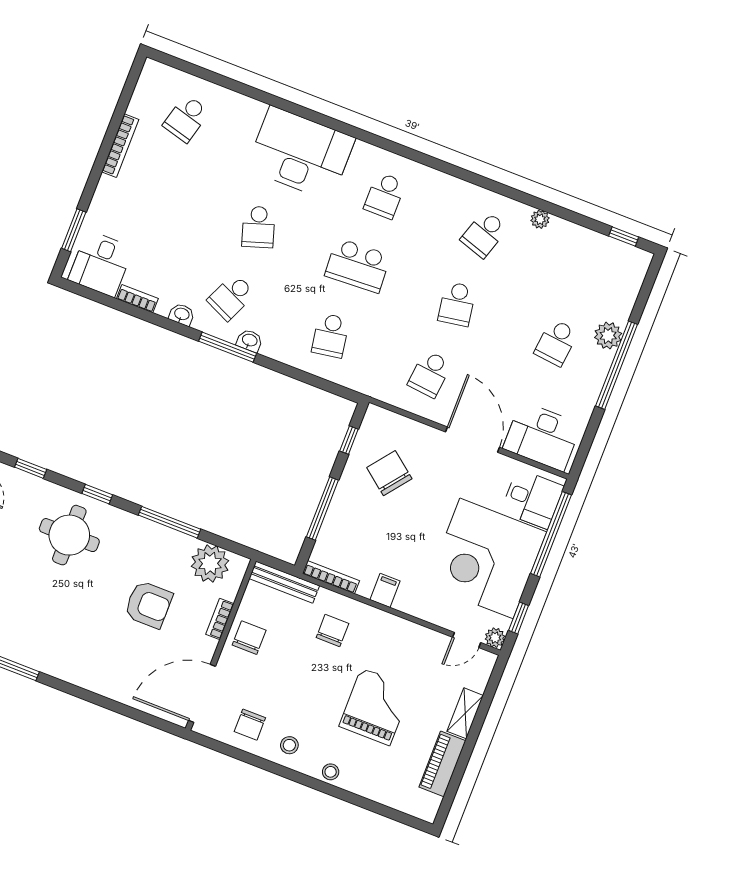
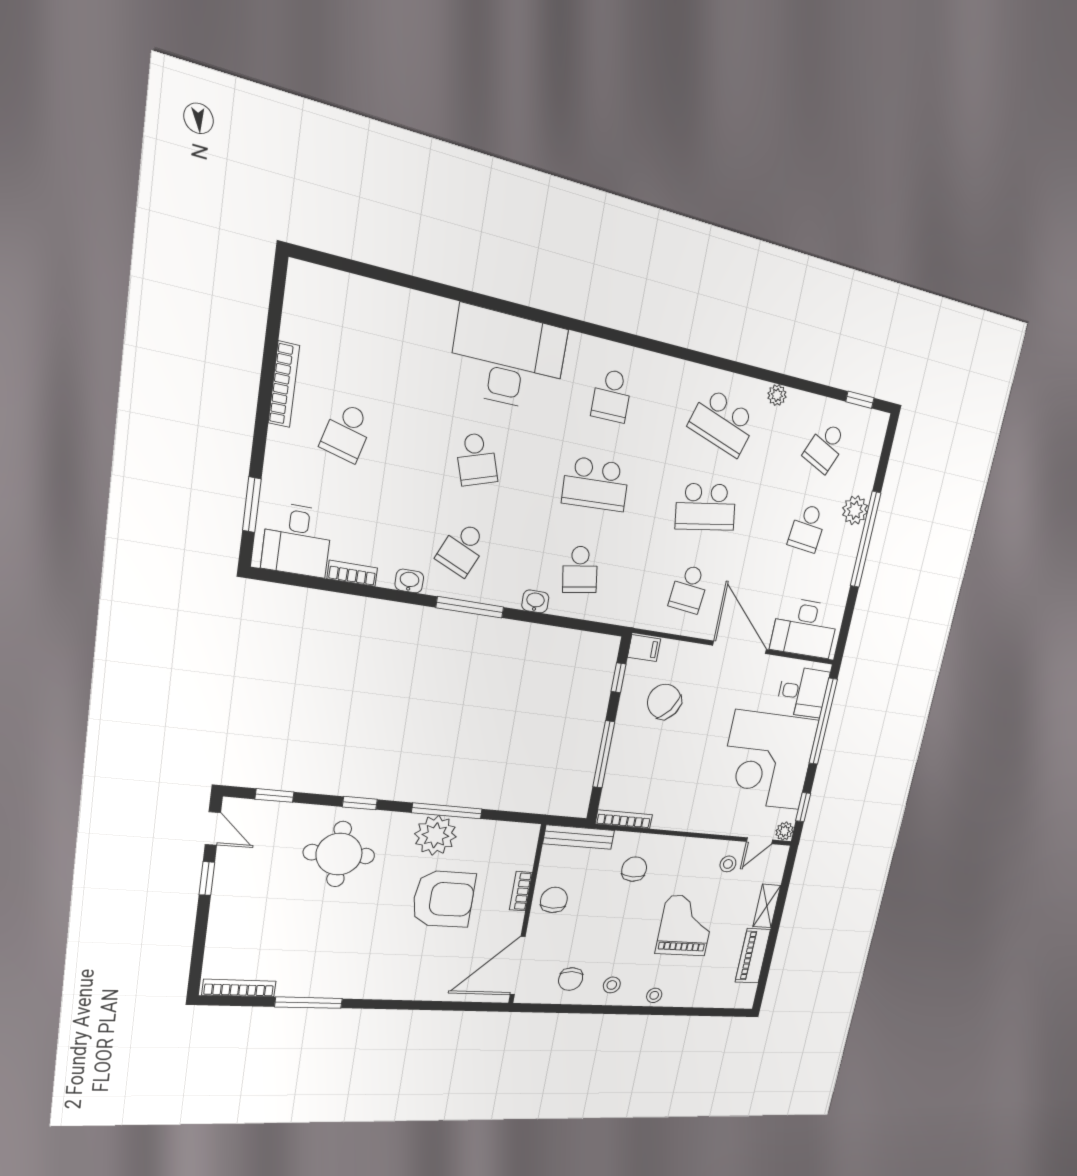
school desk: (186, 118) -> (347, 432), moved
school desk: (484, 234) -> (723, 422), width x1.85
school desk: (583, 273) -> (825, 447), added
school desk: (457, 304) -> (706, 507), width x1.85
washbasin: (250, 341) -> (535, 601), moved
plant: (210, 564) -> (435, 835), moved
filing cabinet: (385, 590) -> (644, 648), moved, turned 90
armchair: (148, 605) -> (443, 899), width x1.36, depth x1.36
stool: (430, 655) -> (728, 864), added

